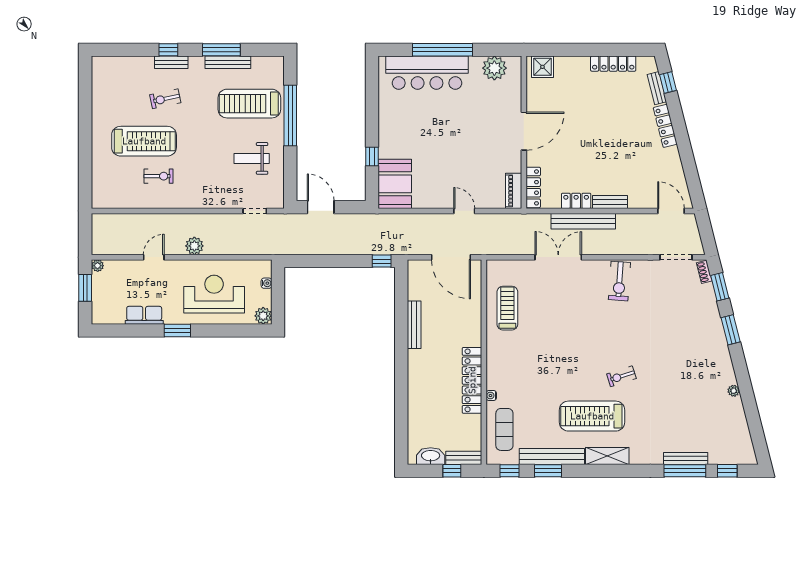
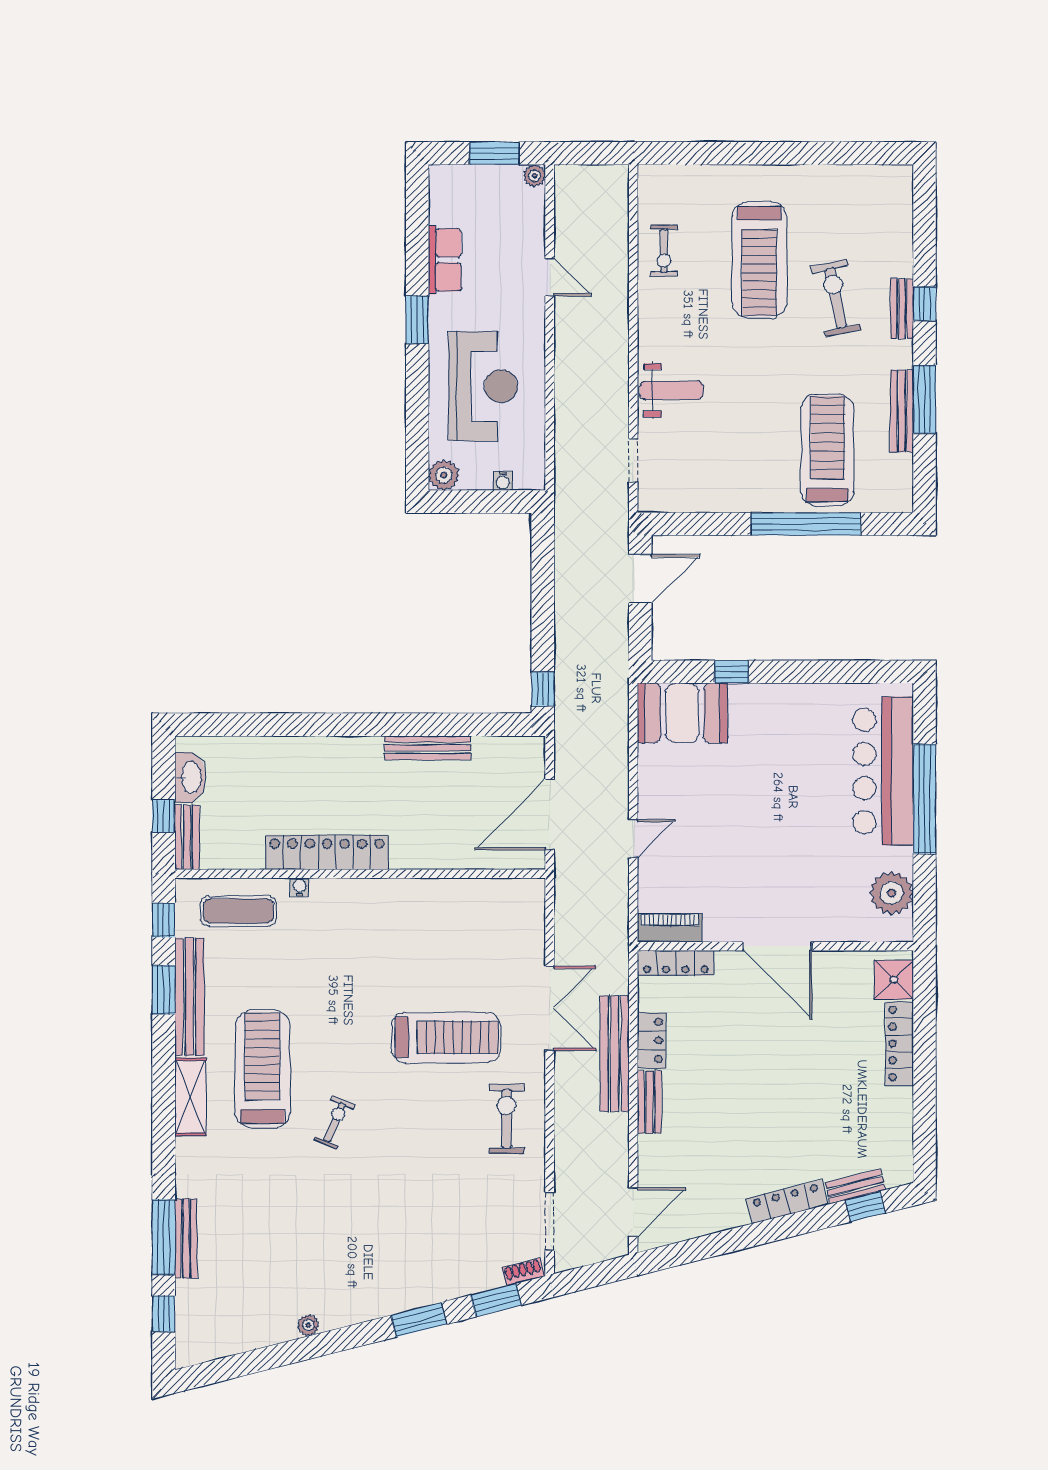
locker: (613, 64) -> (899, 1044), moved
exercise bike: (165, 99) -> (836, 298), width x1.38, depth x1.39
weight bench: (252, 158) -> (671, 390), moved, turned 90
exercise bike: (159, 176) -> (664, 251), moved
plant: (194, 246) -> (570, 351), removed
exercise bike: (619, 281) -> (506, 1119), turned 86
treadmill: (507, 308) -> (446, 1037), moved, width x1.37, depth x1.38
exercise bike: (621, 376) -> (335, 1122), turned 41

